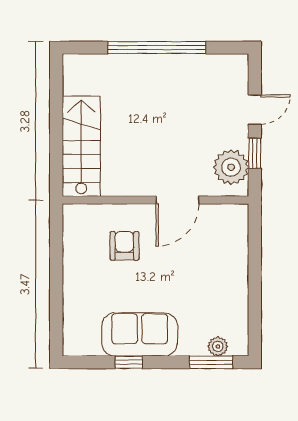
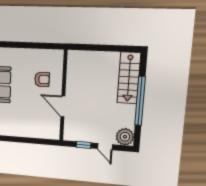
stairs: (81, 146) -> (129, 78), moved, turned 90
plant: (231, 167) -> (125, 137), moved

